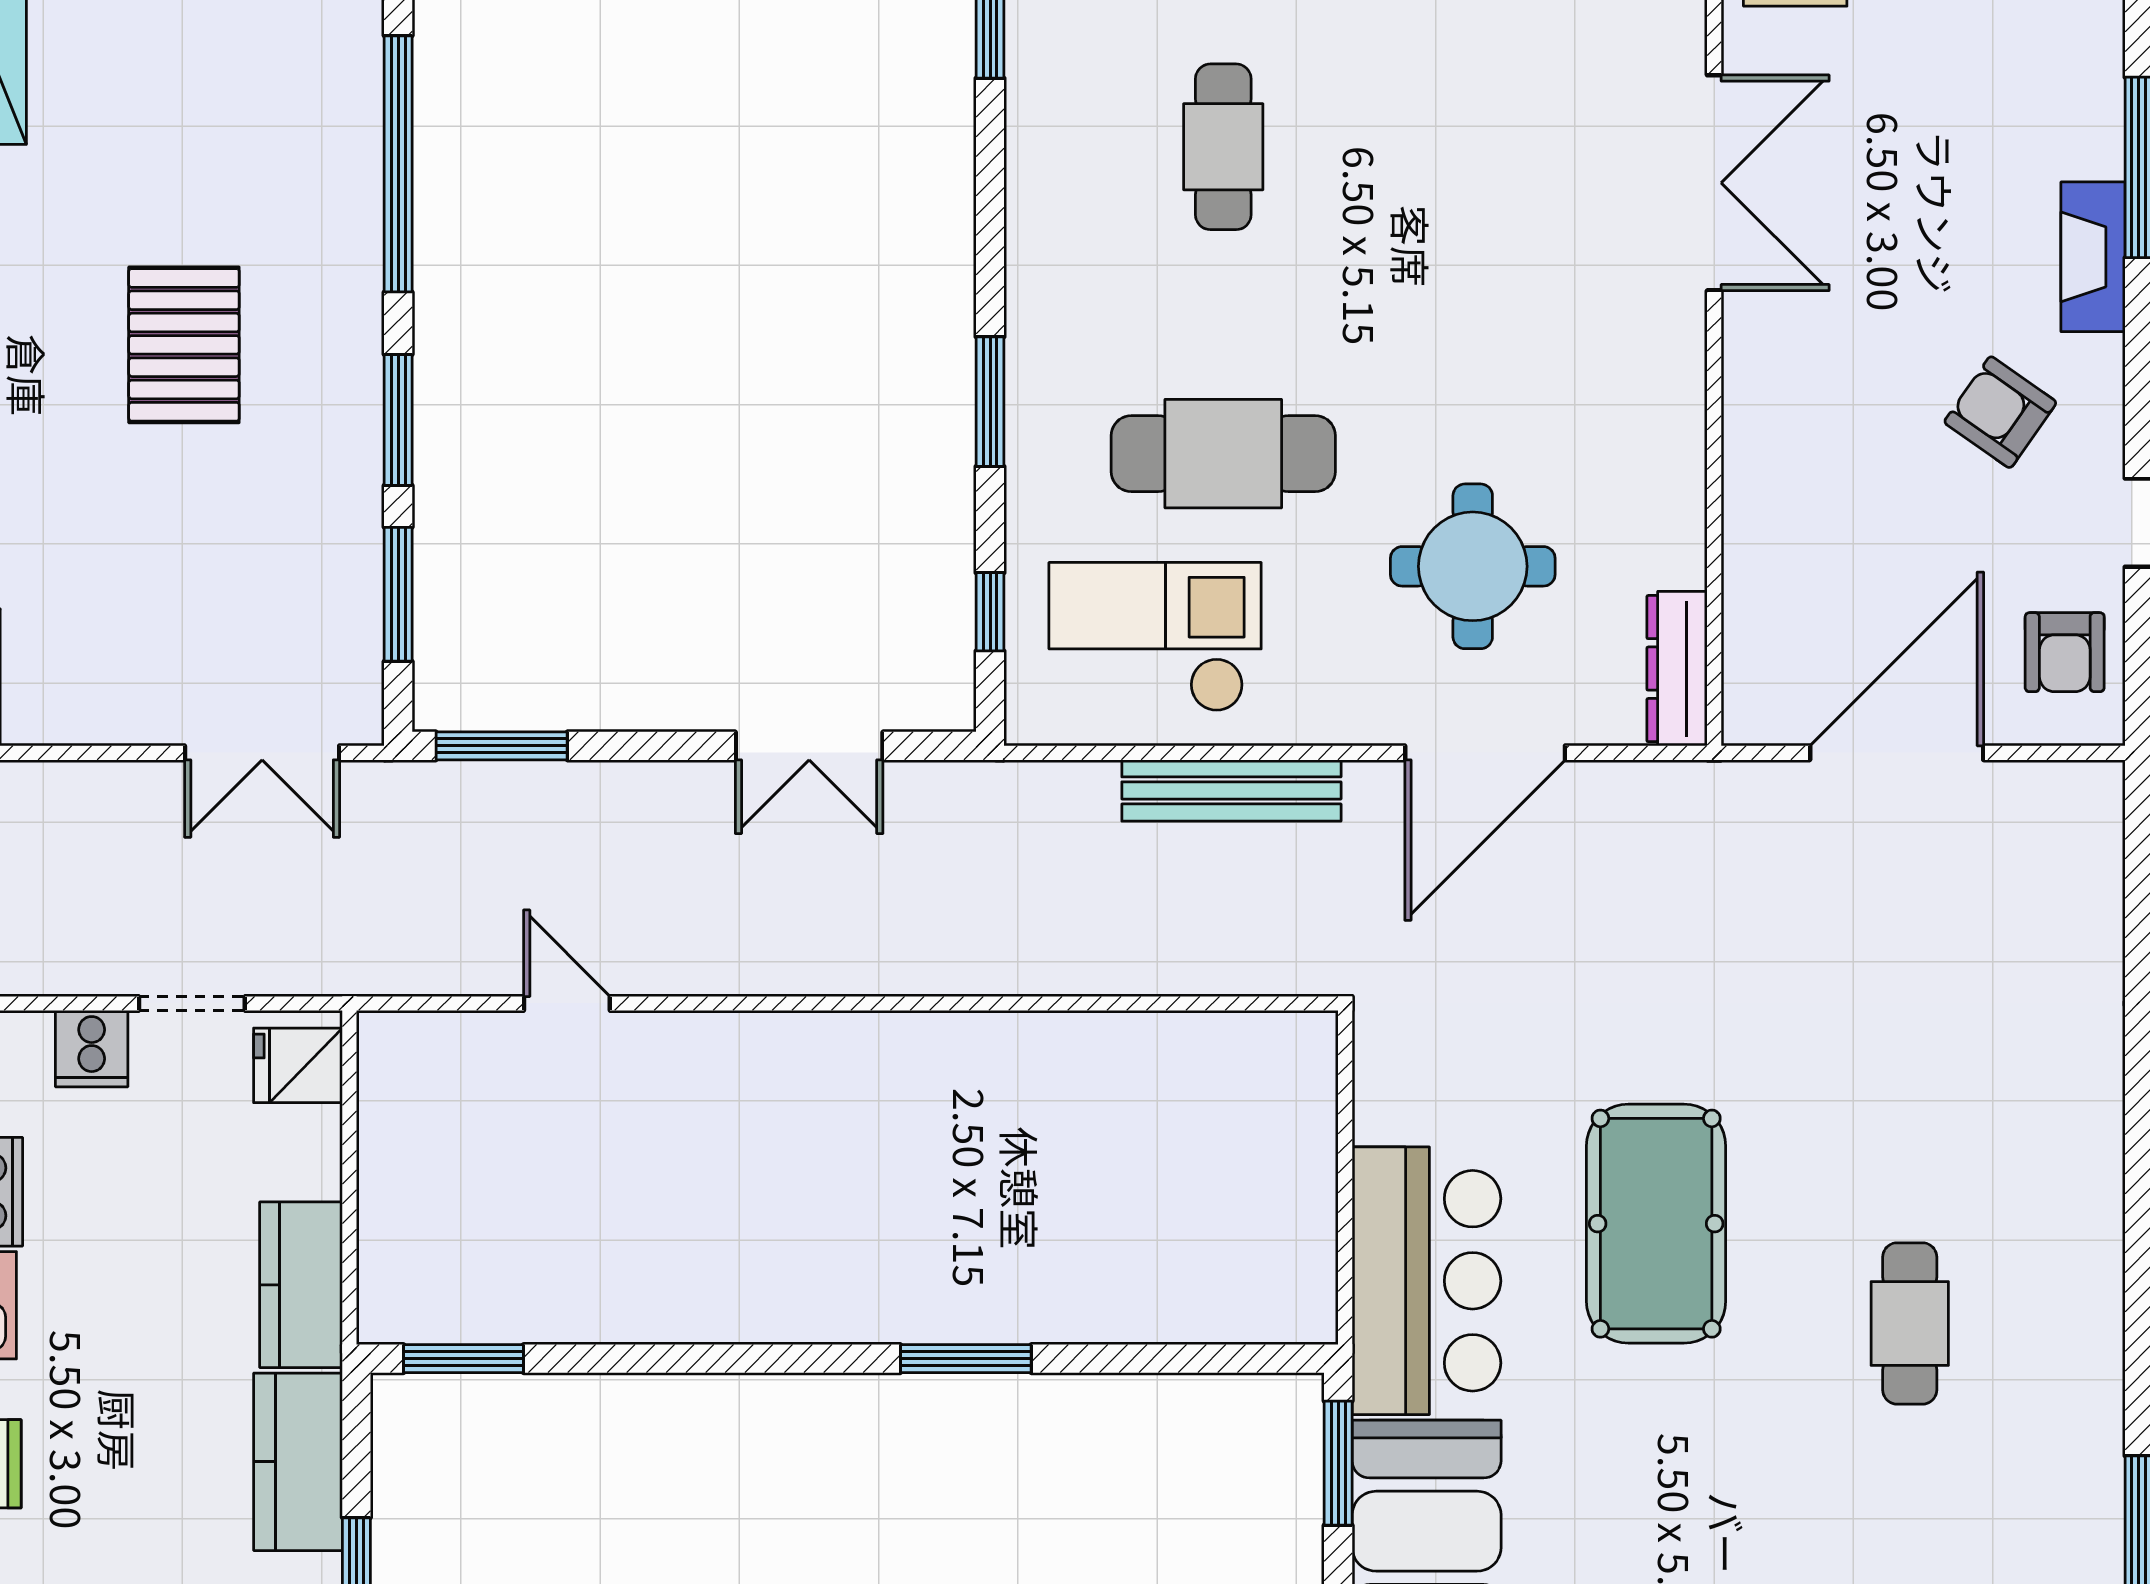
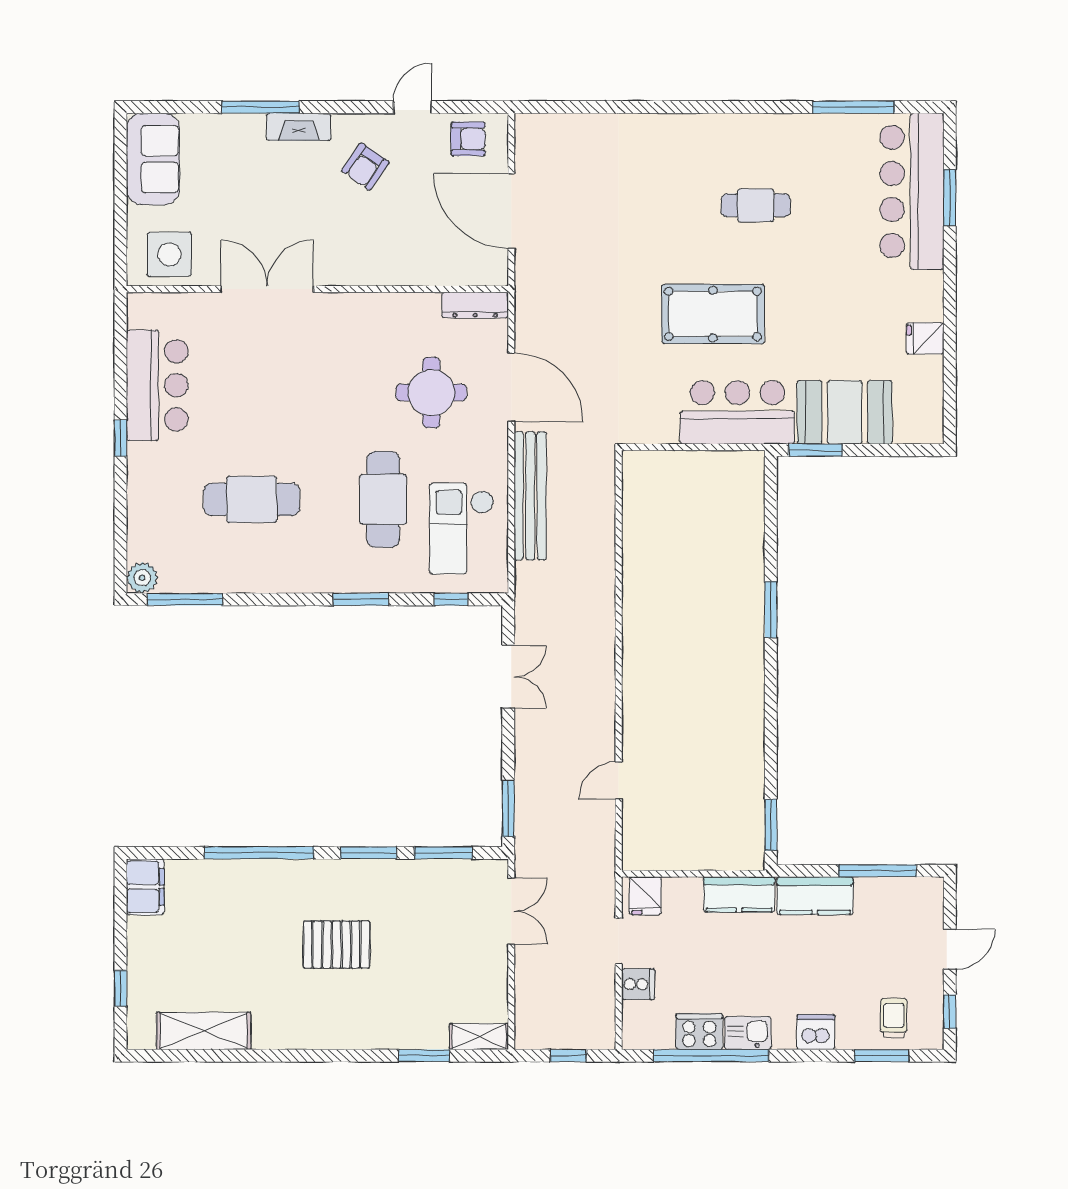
cafe table: (1223, 147) -> (252, 499), width x1.37, depth x1.35
bench: (1231, 790) -> (530, 496), width x1.37, depth x1.21

